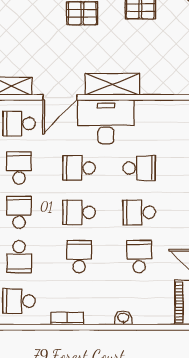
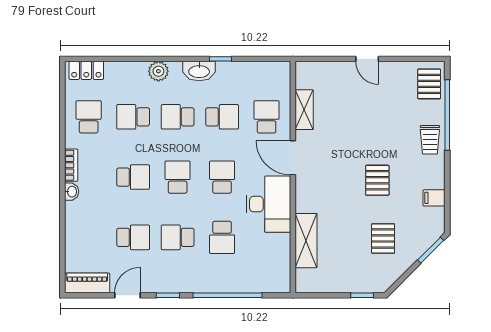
shelving: (112, 84) -> (306, 241), moved
school desk: (19, 212) -> (178, 117), turned 180
school desk: (139, 212) -> (178, 237), turned -90
washbasin: (123, 318) -> (72, 192), moved

